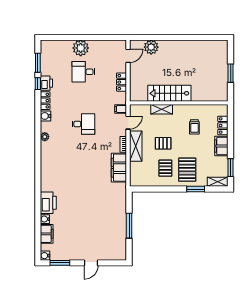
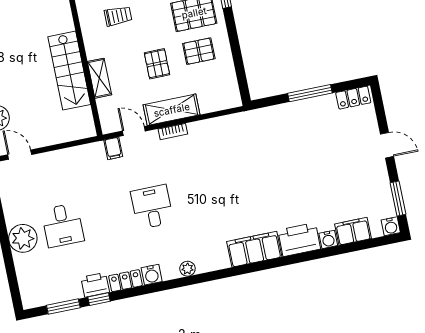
locker: (122, 82) -> (353, 98), moved
filing cabinet: (119, 168) -> (254, 249), moved, turned 180

